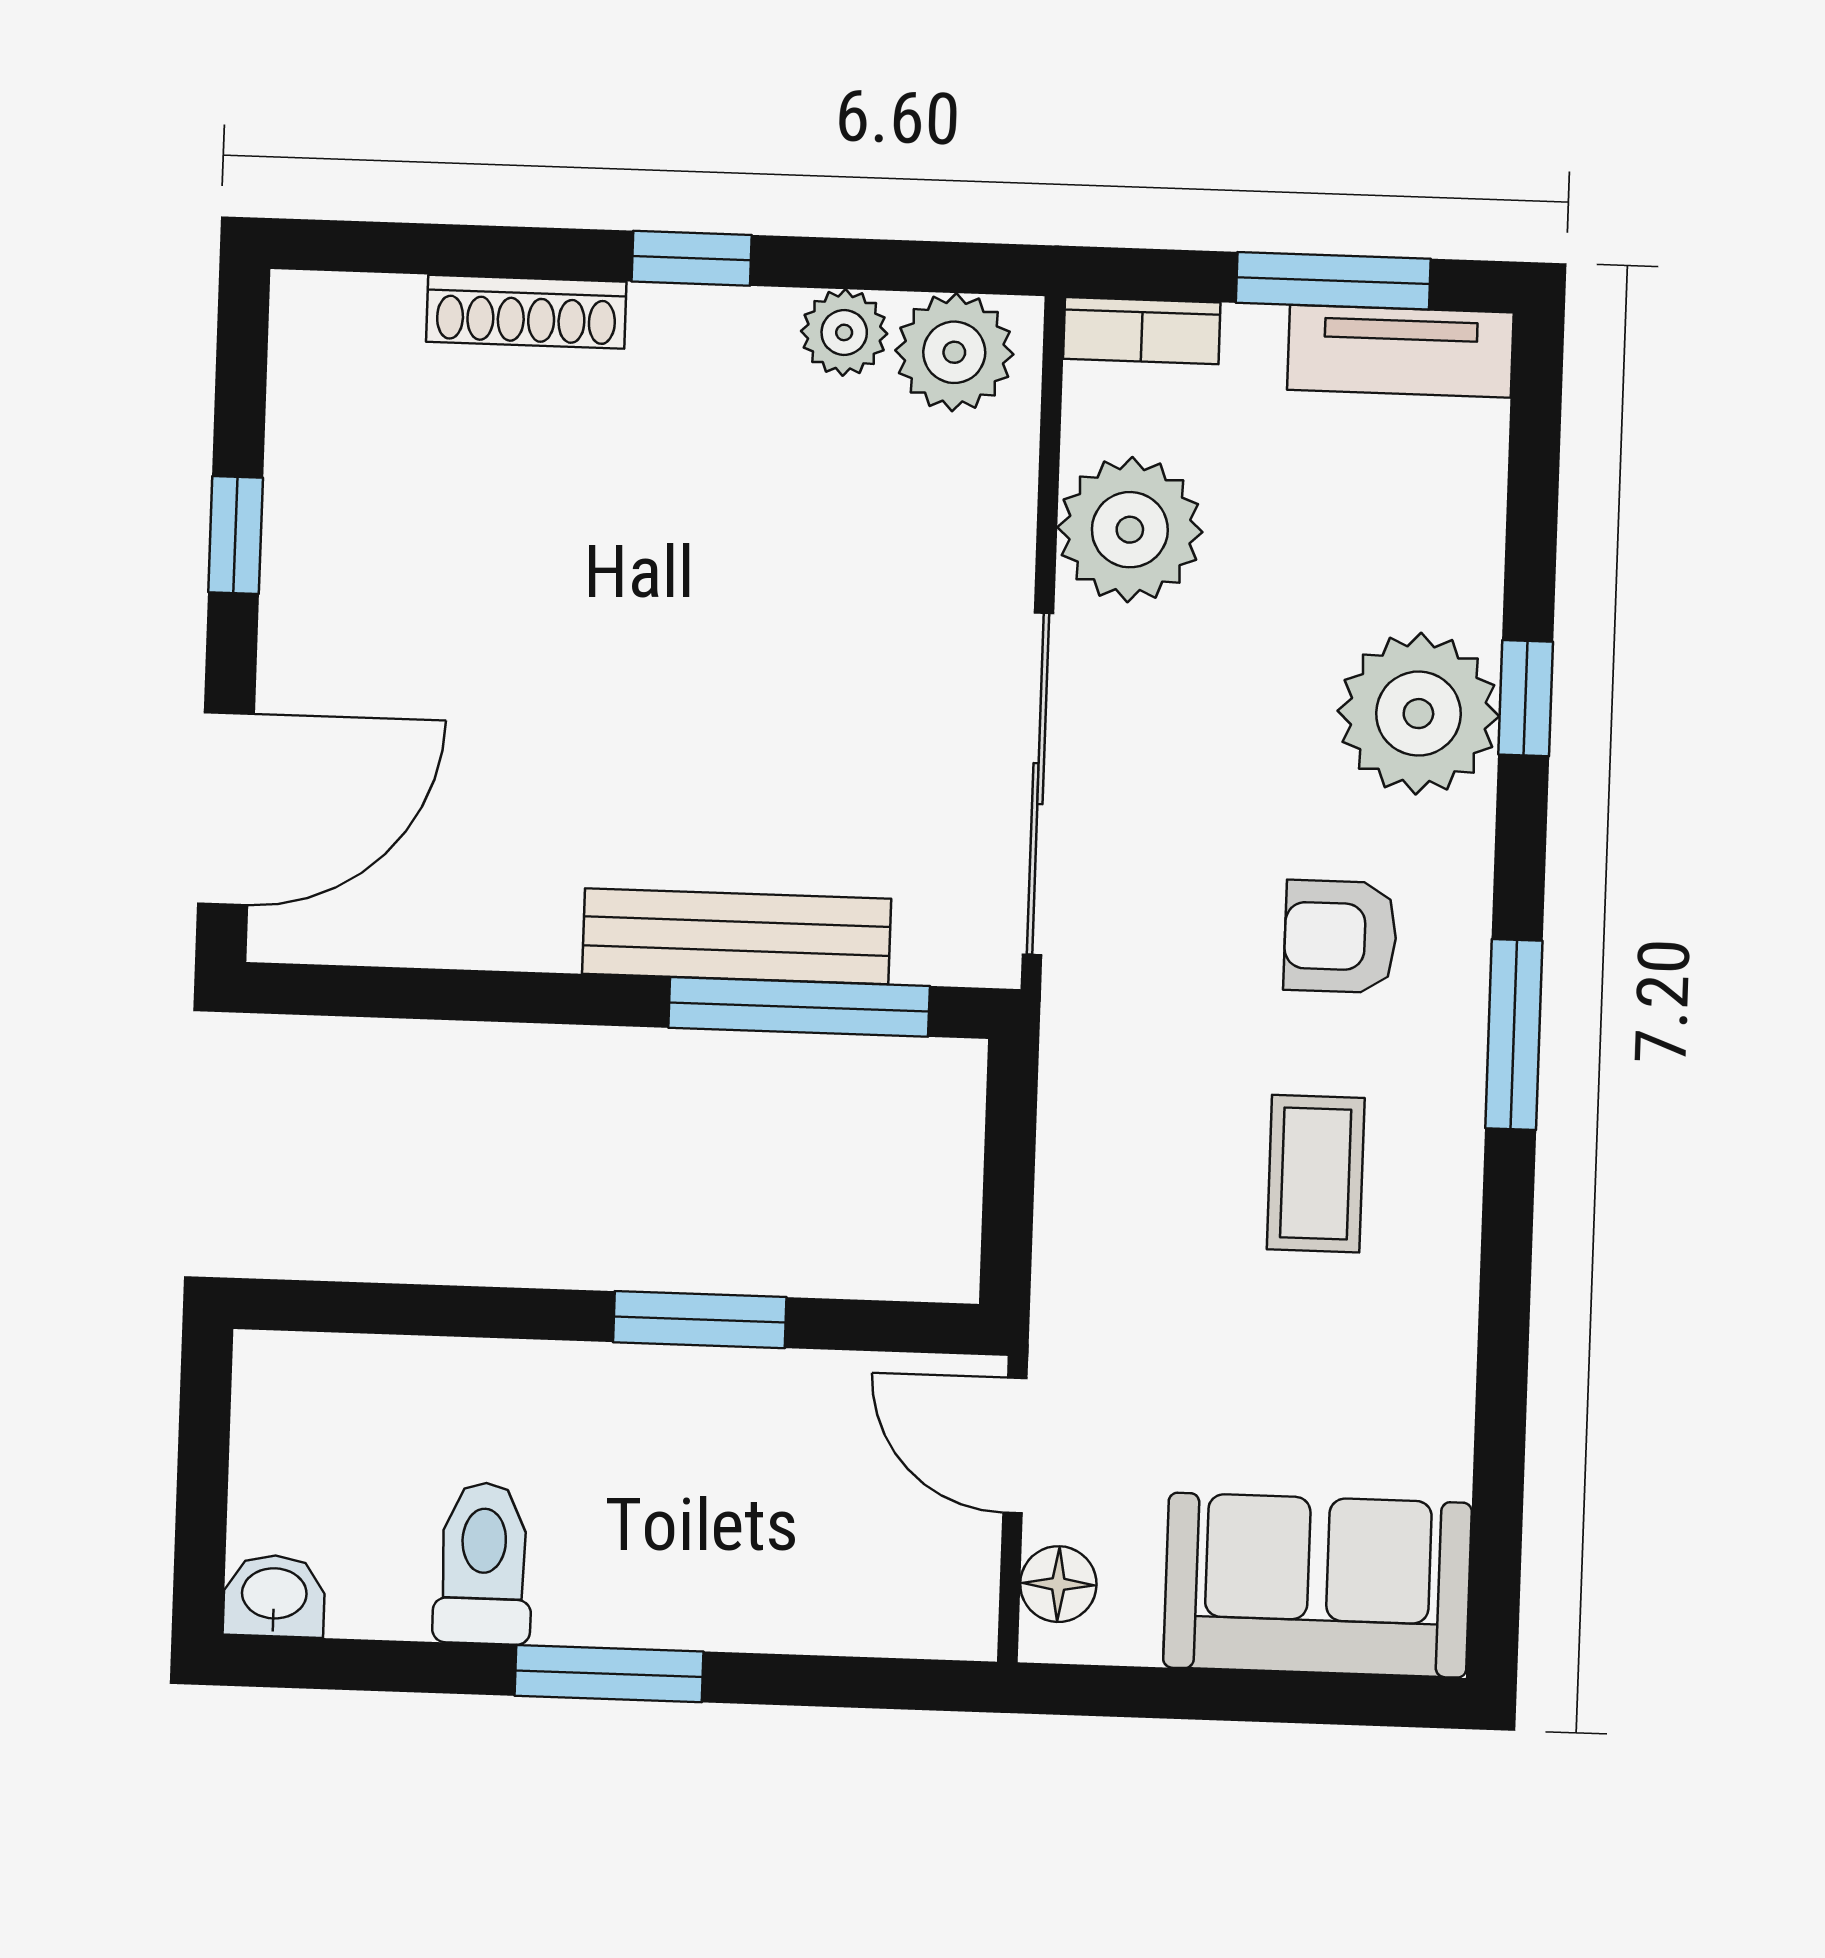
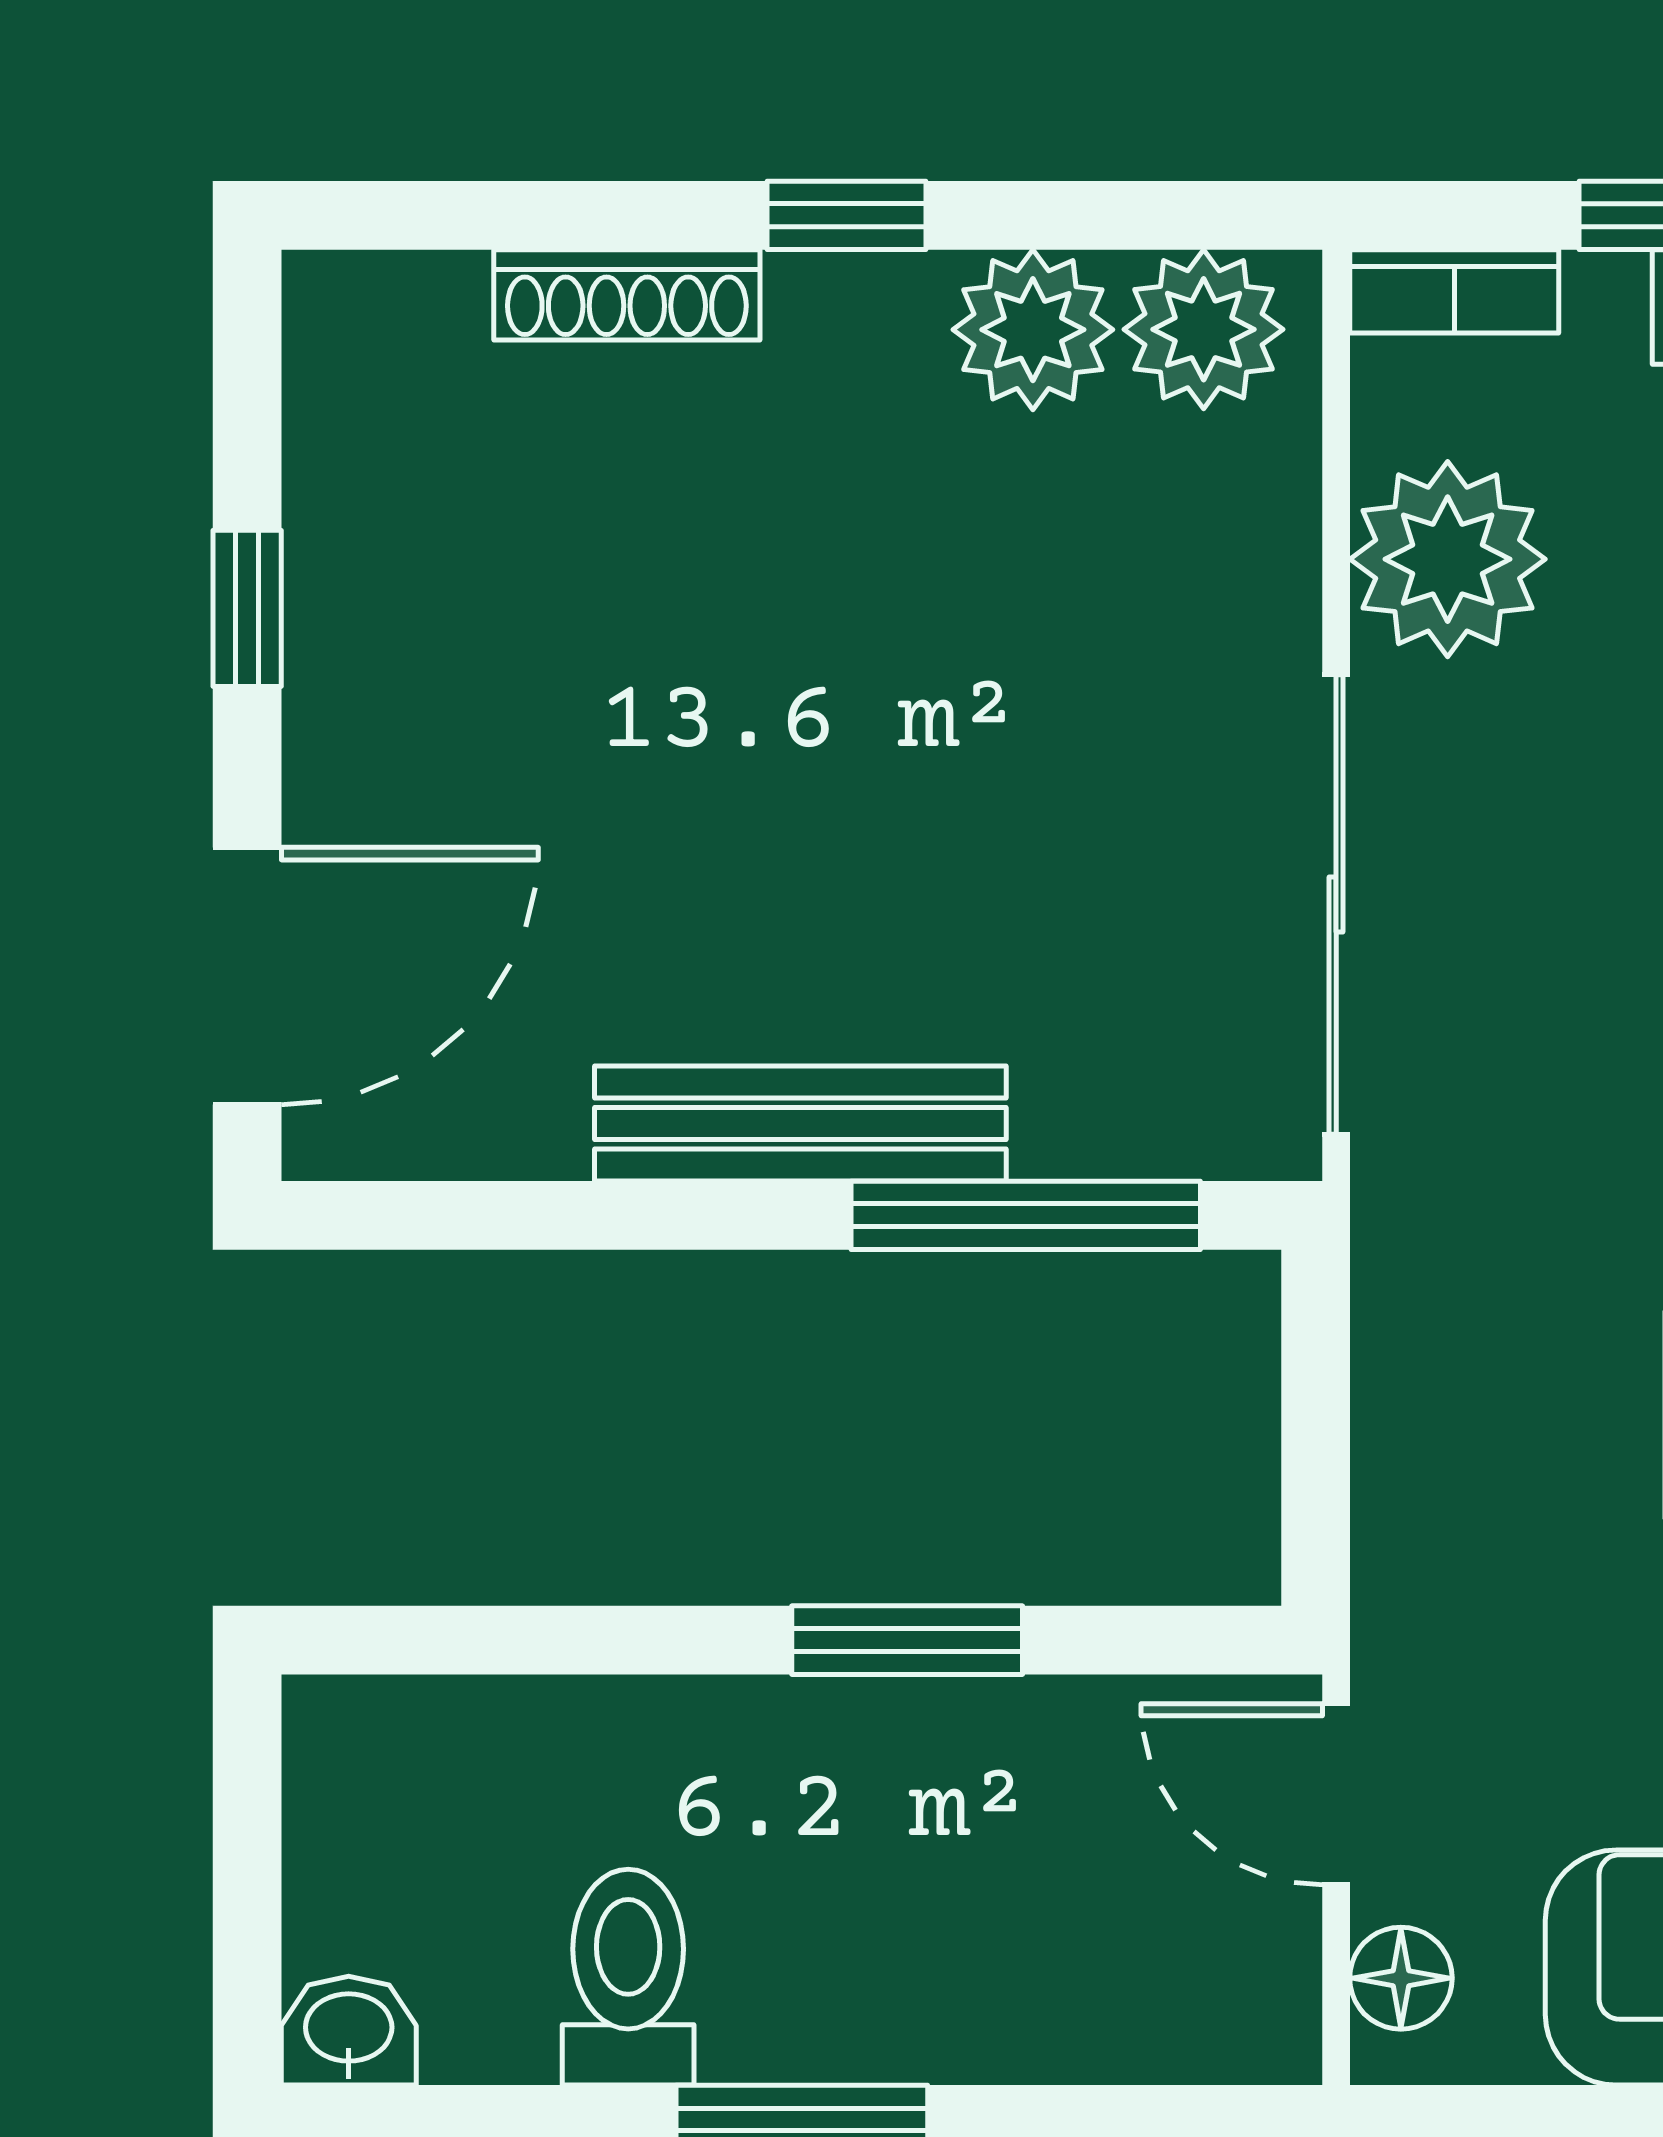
plant: (844, 332) -> (1033, 330), width x1.38, depth x1.38
bench: (737, 936) -> (800, 1124), moved

